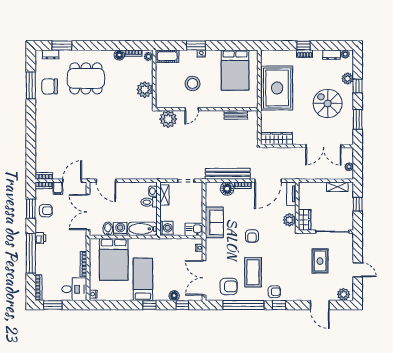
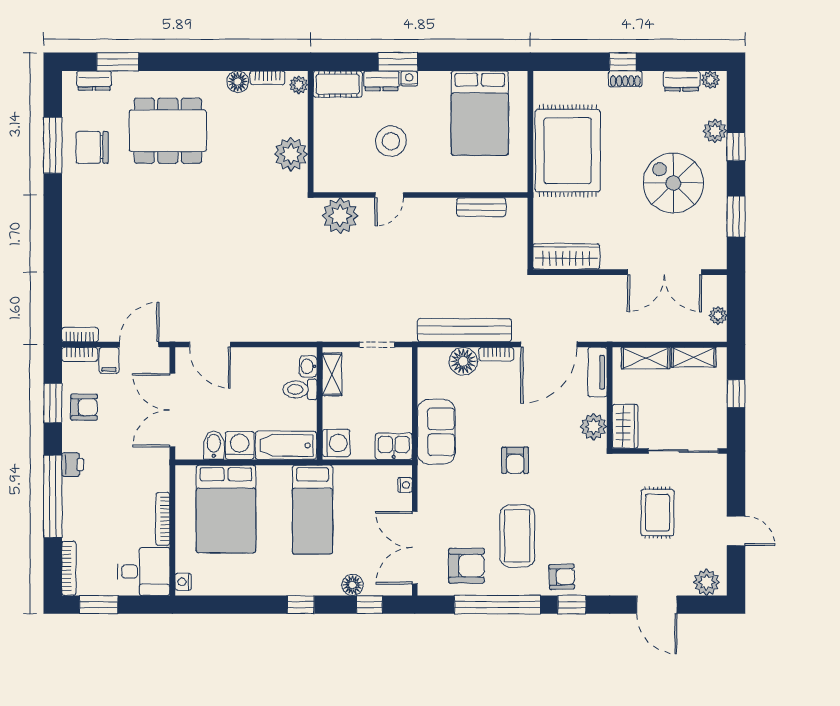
dresser: (188, 55) -> (382, 81), added
shelving: (314, 187) -> (646, 358), added
bed: (143, 279) -> (313, 510), moved, turned 180

